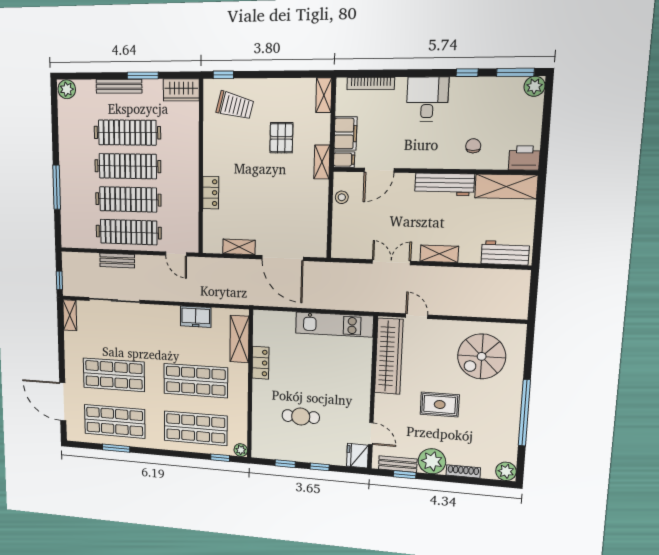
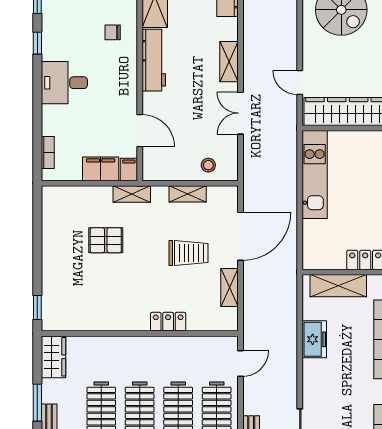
bookcase: (371, 84) -> (48, 153), width x0.64
shelving: (324, 95) -> (188, 194), moved
trolley: (235, 106) -> (189, 253), moved, turned 76
stool: (342, 197) -> (208, 165), moved
door: (417, 316) -> (300, 83), hinge flipped

